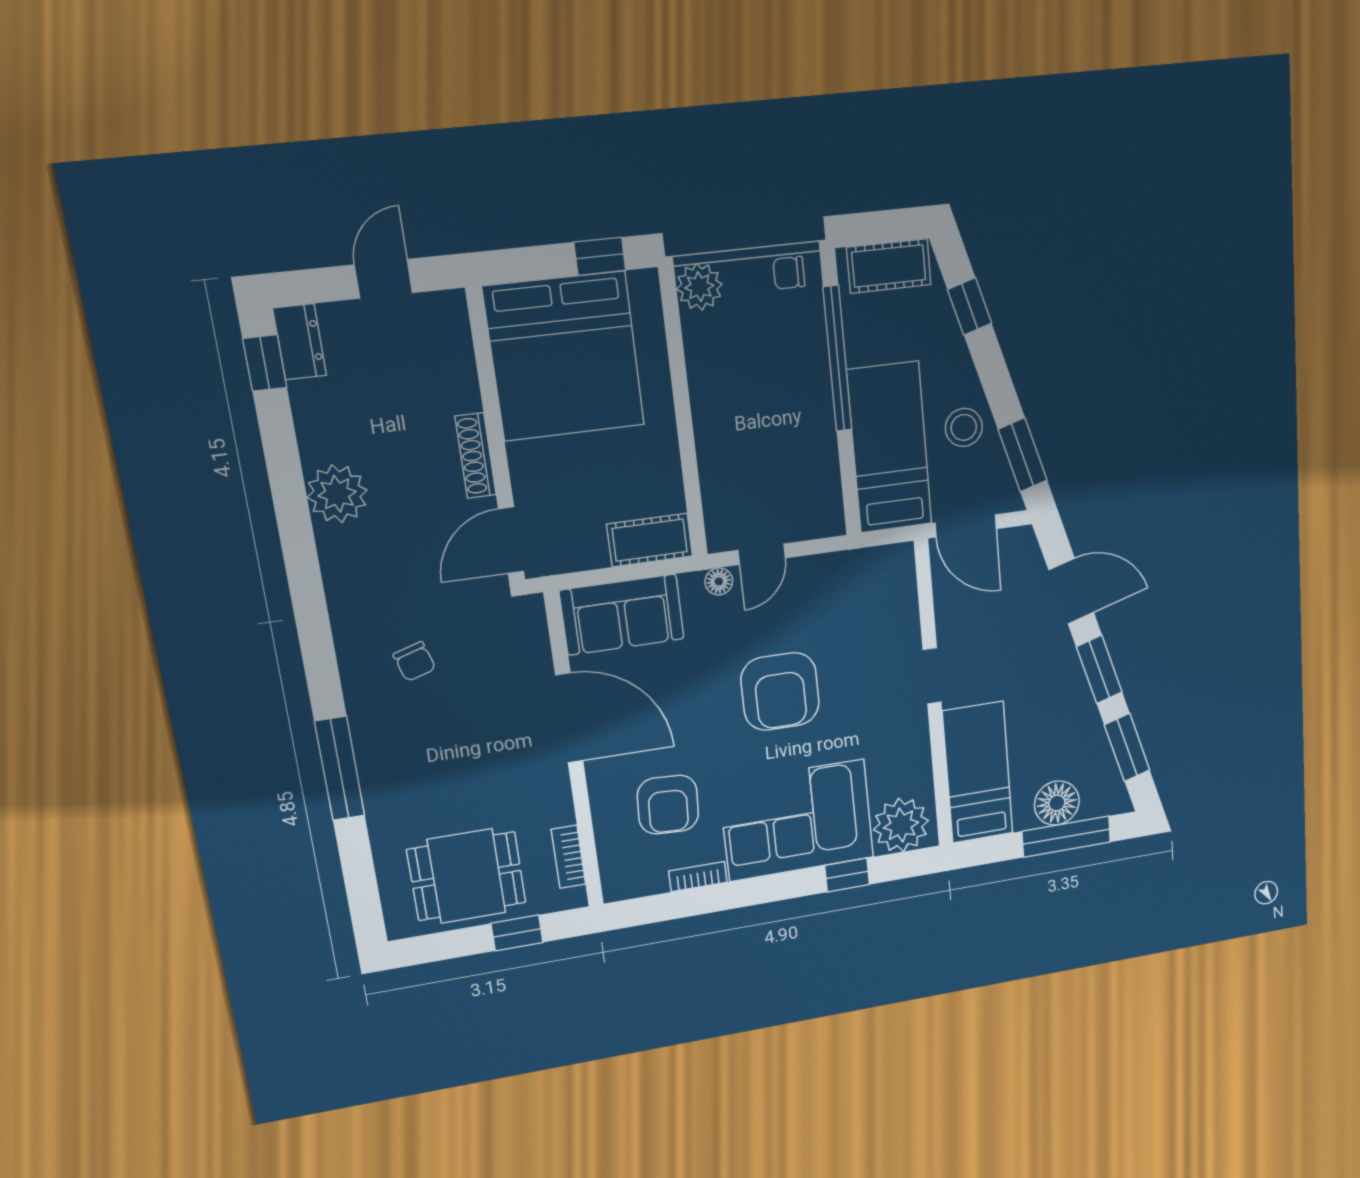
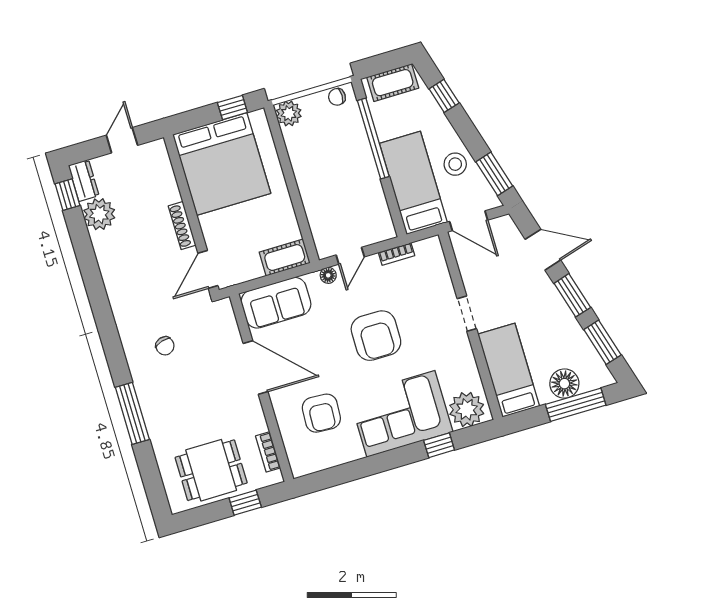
plant: (337, 494) -> (99, 214), moved
bookcase: (698, 877) -> (396, 254), moved, turned 180

